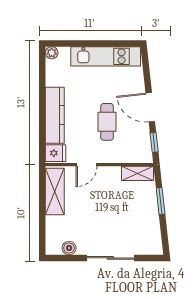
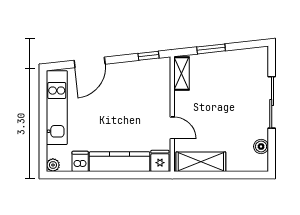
dishwasher: (55, 78) -> (80, 161), added
door: (150, 107) -> (90, 62), moved
cafe table: (107, 122) -> (127, 106), removed

